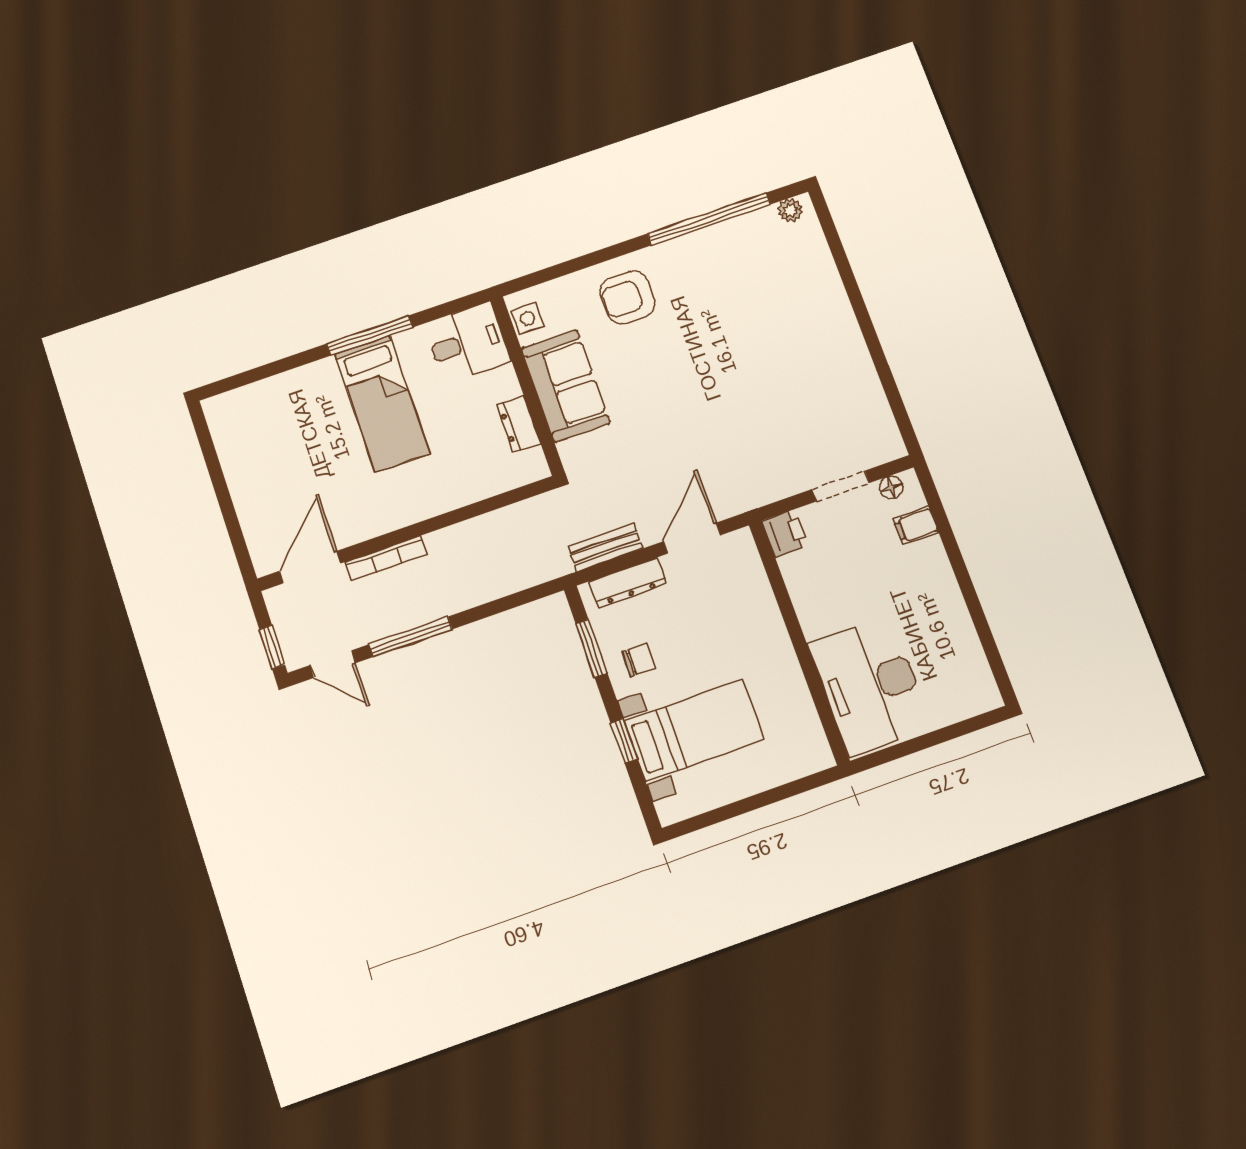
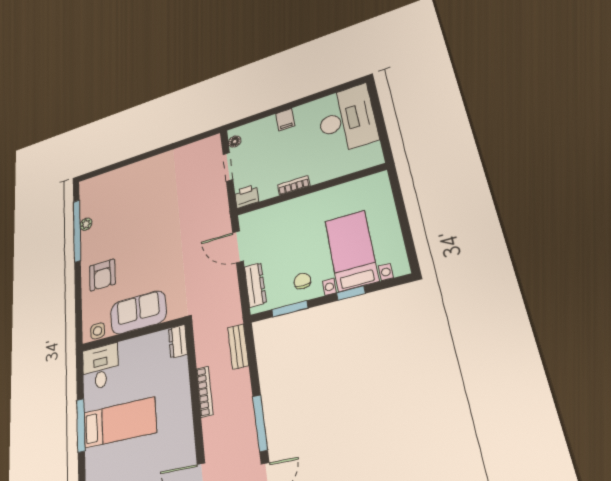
plant: (790, 210) -> (86, 224), moved
dresser: (518, 424) -> (178, 341), moved, turned 90
filing cabinet: (916, 526) -> (285, 120), moved
bench: (605, 547) -> (238, 346), moved
bookcase: (386, 558) -> (205, 392), moved
bookcase: (807, 613) -> (294, 185), added
desk: (870, 686) -> (347, 119), moved, turned -90

